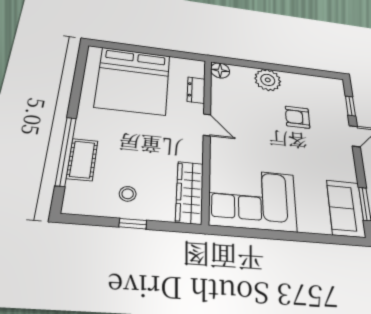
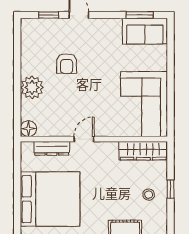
dresser: (196, 90) -> (52, 148), width x1.44

